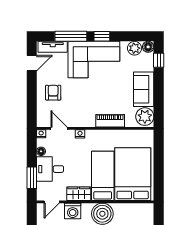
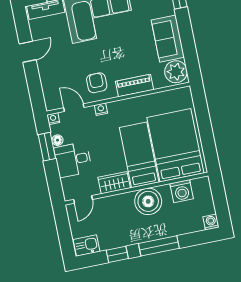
door: (32, 63) -> (28, 52), moved
armchair: (53, 93) -> (97, 83), moved
window: (32, 178) -> (47, 147), moved
washing machine: (73, 211) -> (182, 191), moved

